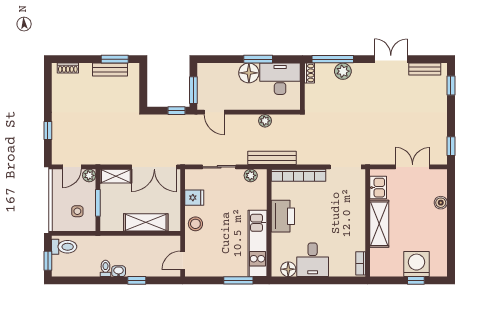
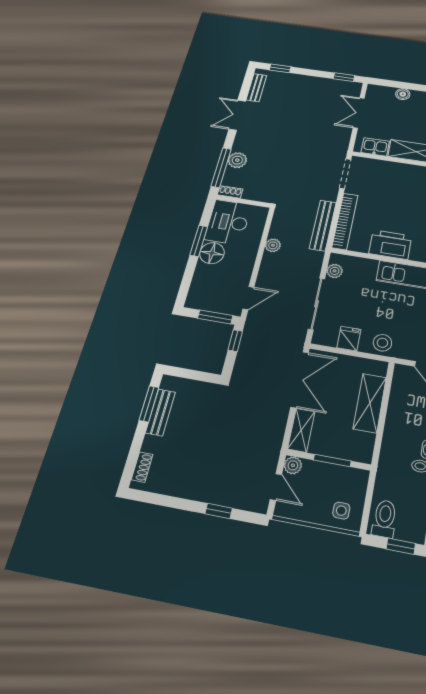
bench: (272, 158) -> (323, 225), moved
sliding door: (219, 167) -> (316, 304), width x1.37
side table: (77, 211) -> (341, 511), moved

